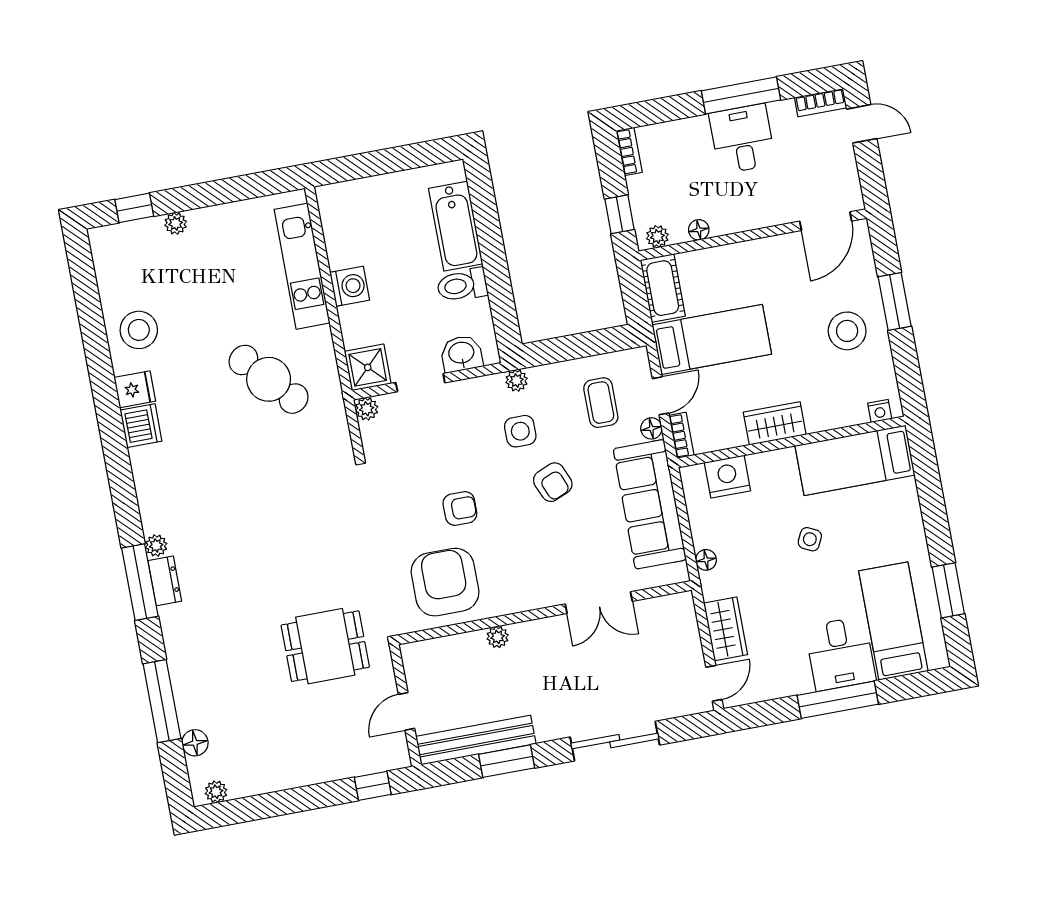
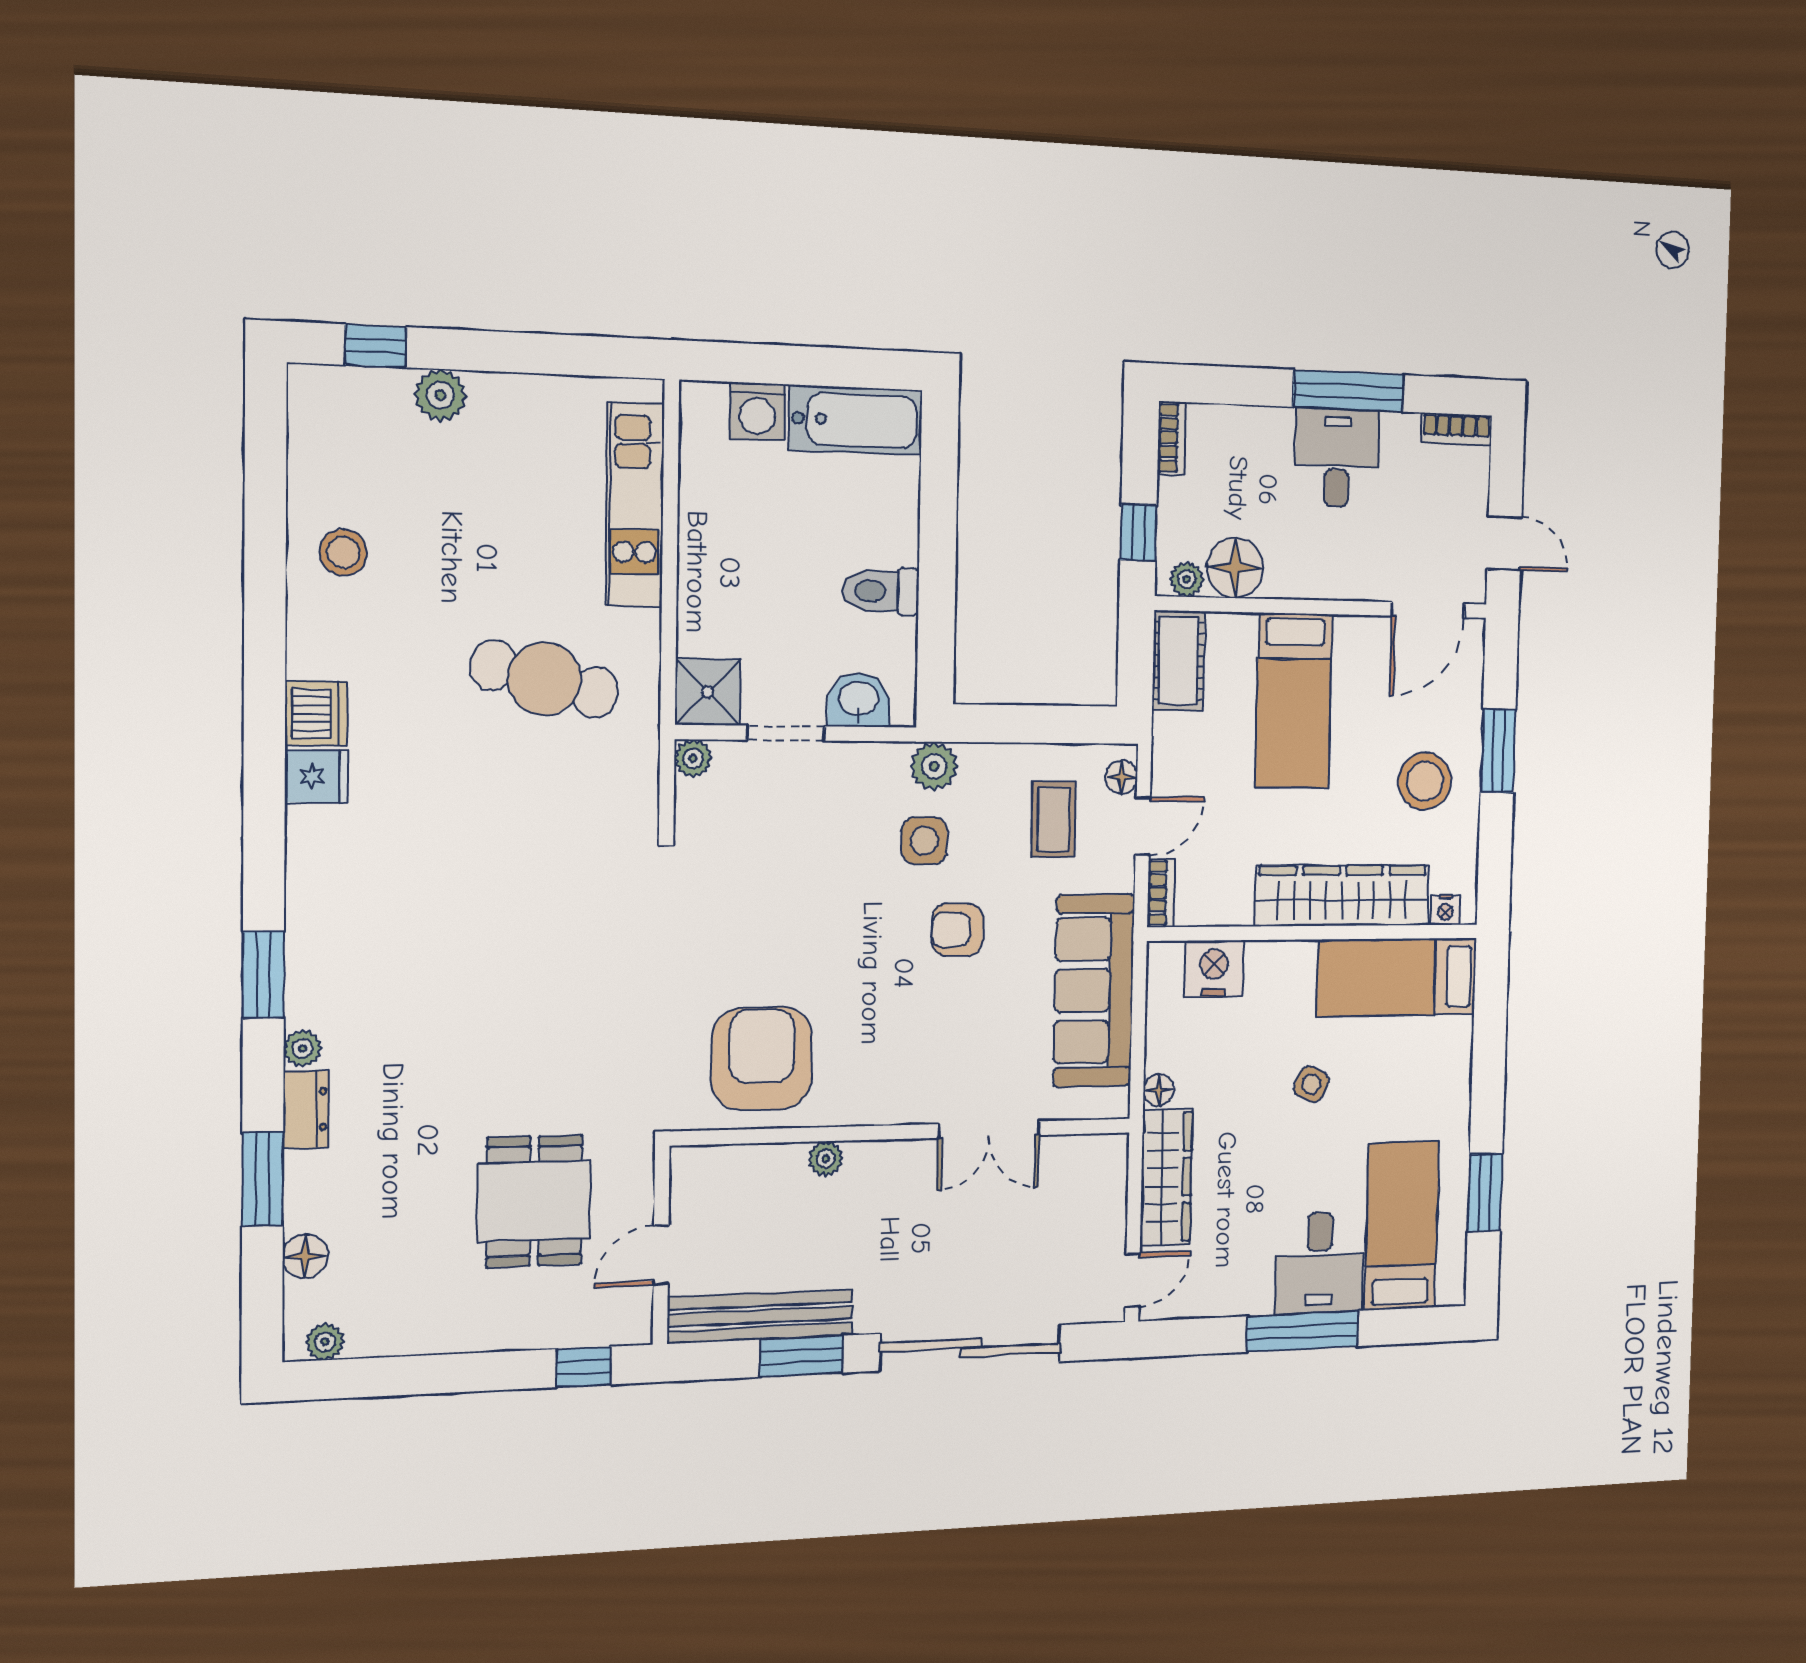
door: (862, 124) -> (1504, 543), moved
plant: (176, 223) -> (440, 395), width x1.38, depth x1.38
bathtub: (456, 226) -> (856, 420), moved, turned -90
floor lamp: (699, 230) -> (1235, 568), width x1.89, depth x1.89
washing machine: (350, 286) -> (757, 412), moved, turned 90
stool: (139, 330) -> (344, 552), width x0.73, depth x0.73
bed: (712, 339) -> (1294, 701), moved, turned 90
cafe table: (269, 379) -> (544, 679), turned -34
plant: (517, 380) -> (934, 766), width x1.38, depth x1.38
fridge: (135, 389) -> (317, 776), moved
wardrobe: (775, 423) -> (1342, 896), width x2.10, depth x1.17
floor lamp: (651, 428) -> (1122, 777), moved
armchair: (553, 482) -> (957, 930), turned 113
armchair: (460, 509) -> (808, 946), removed
plant: (156, 546) -> (302, 1048), moved
dresser: (165, 581) -> (306, 1110), moved
window: (140, 582) -> (263, 975), width x0.69
wardrobe: (726, 629) -> (1166, 1177), width x1.50
dining table: (325, 646) -> (534, 1201), moved, turned 90
window: (162, 701) -> (263, 1179), width x0.69
sliding door: (615, 741) -> (971, 1348), width x1.36

